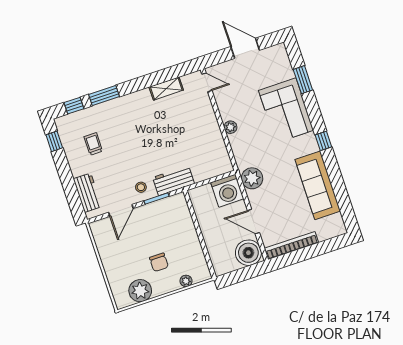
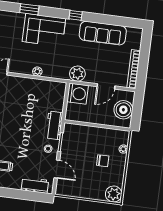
boiler: (248, 253) -> (123, 110), moved
plant: (140, 291) -> (114, 194), moved

